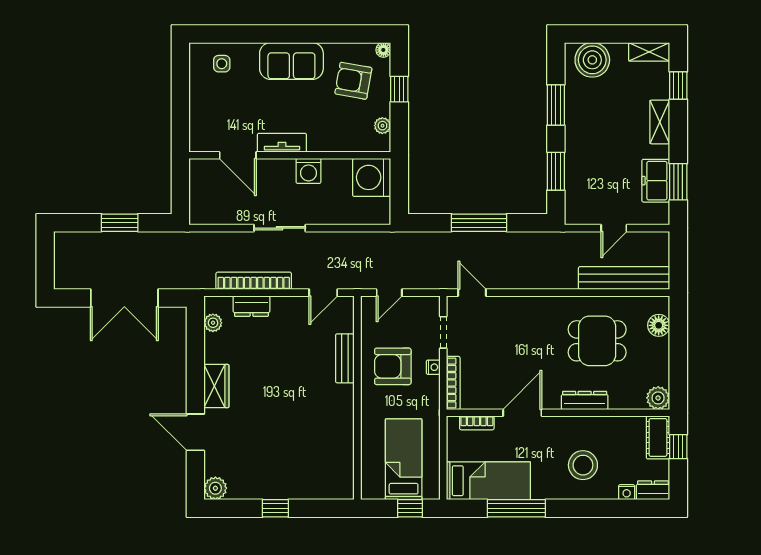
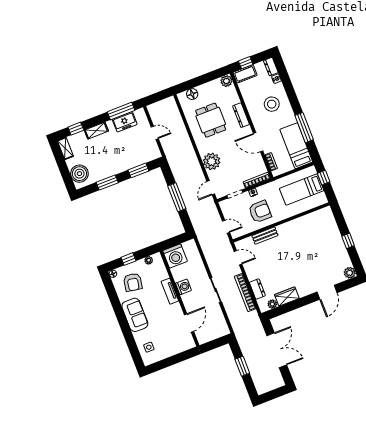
tv unit: (282, 143) -> (170, 291), moved
window: (678, 182) -> (121, 111), width x1.44
bench: (624, 278) -> (176, 119), removed
plant: (520, 313) -> (212, 161), added
armchair: (393, 366) -> (260, 212), turned -90
wardrobe: (216, 386) -> (287, 297), moved

